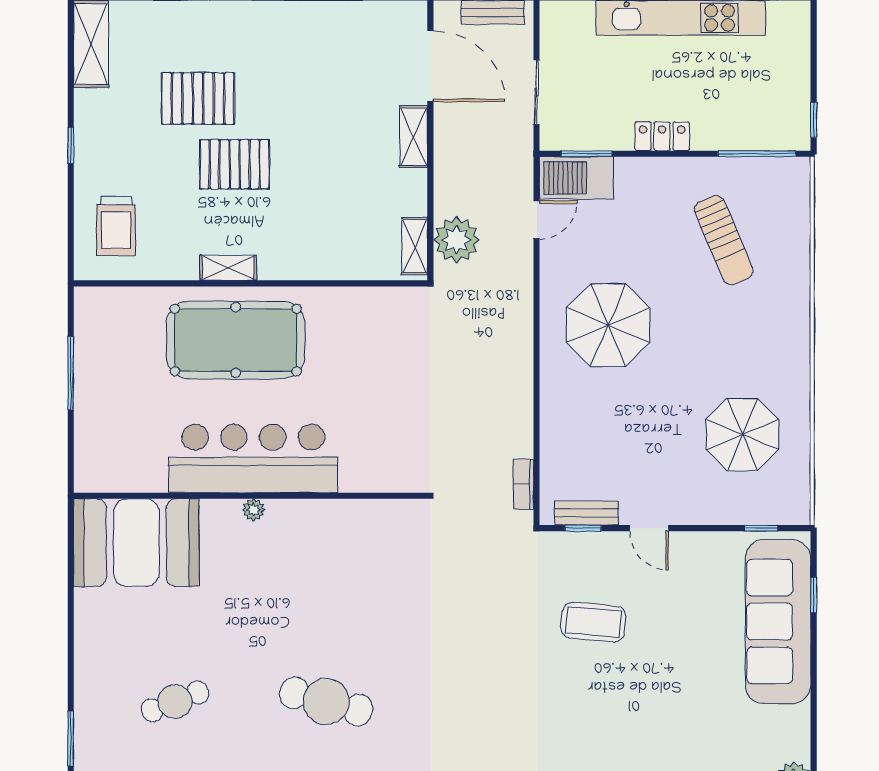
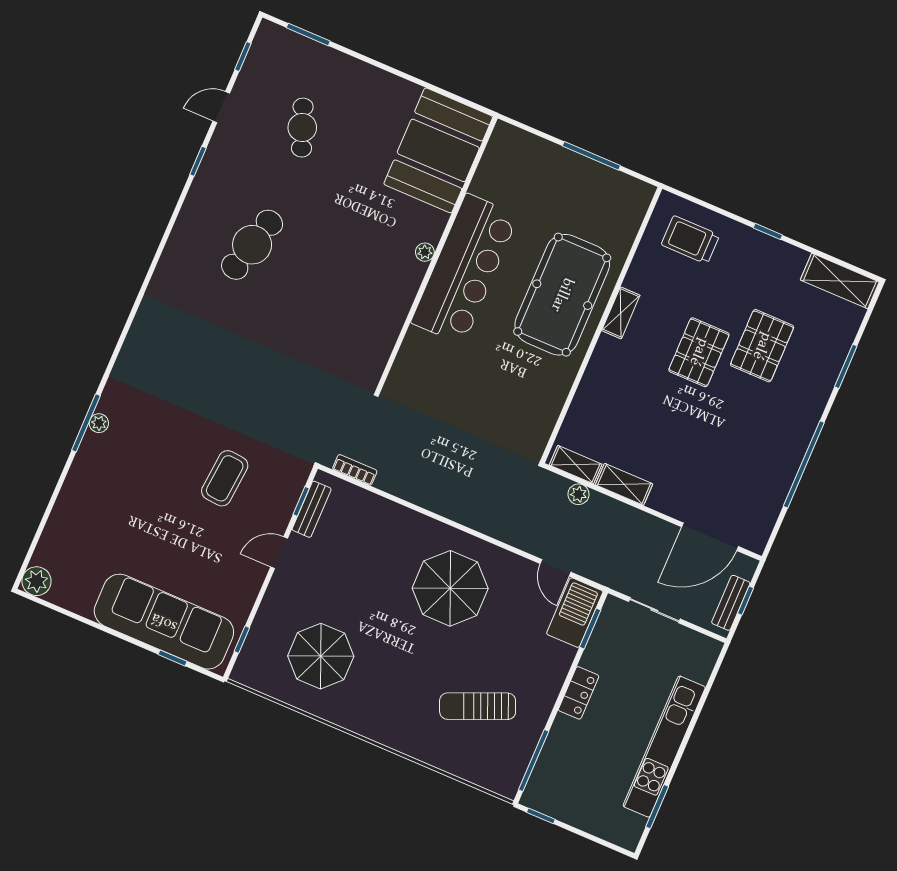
shelving: (413, 137) -> (624, 484), moved
plant: (456, 240) -> (578, 494), width x0.53, depth x0.53

